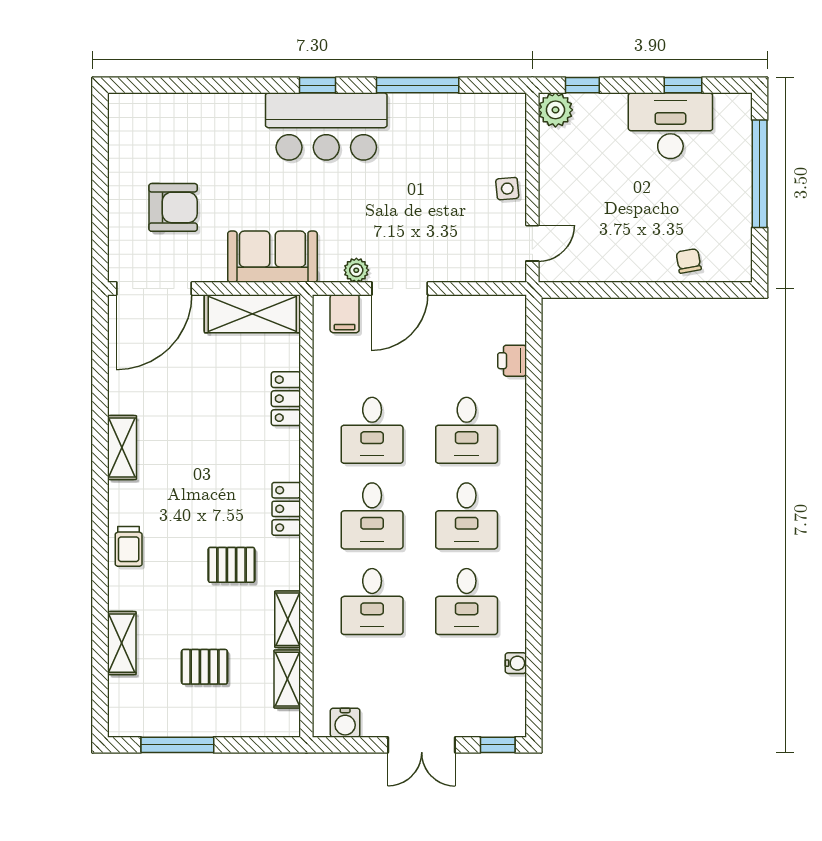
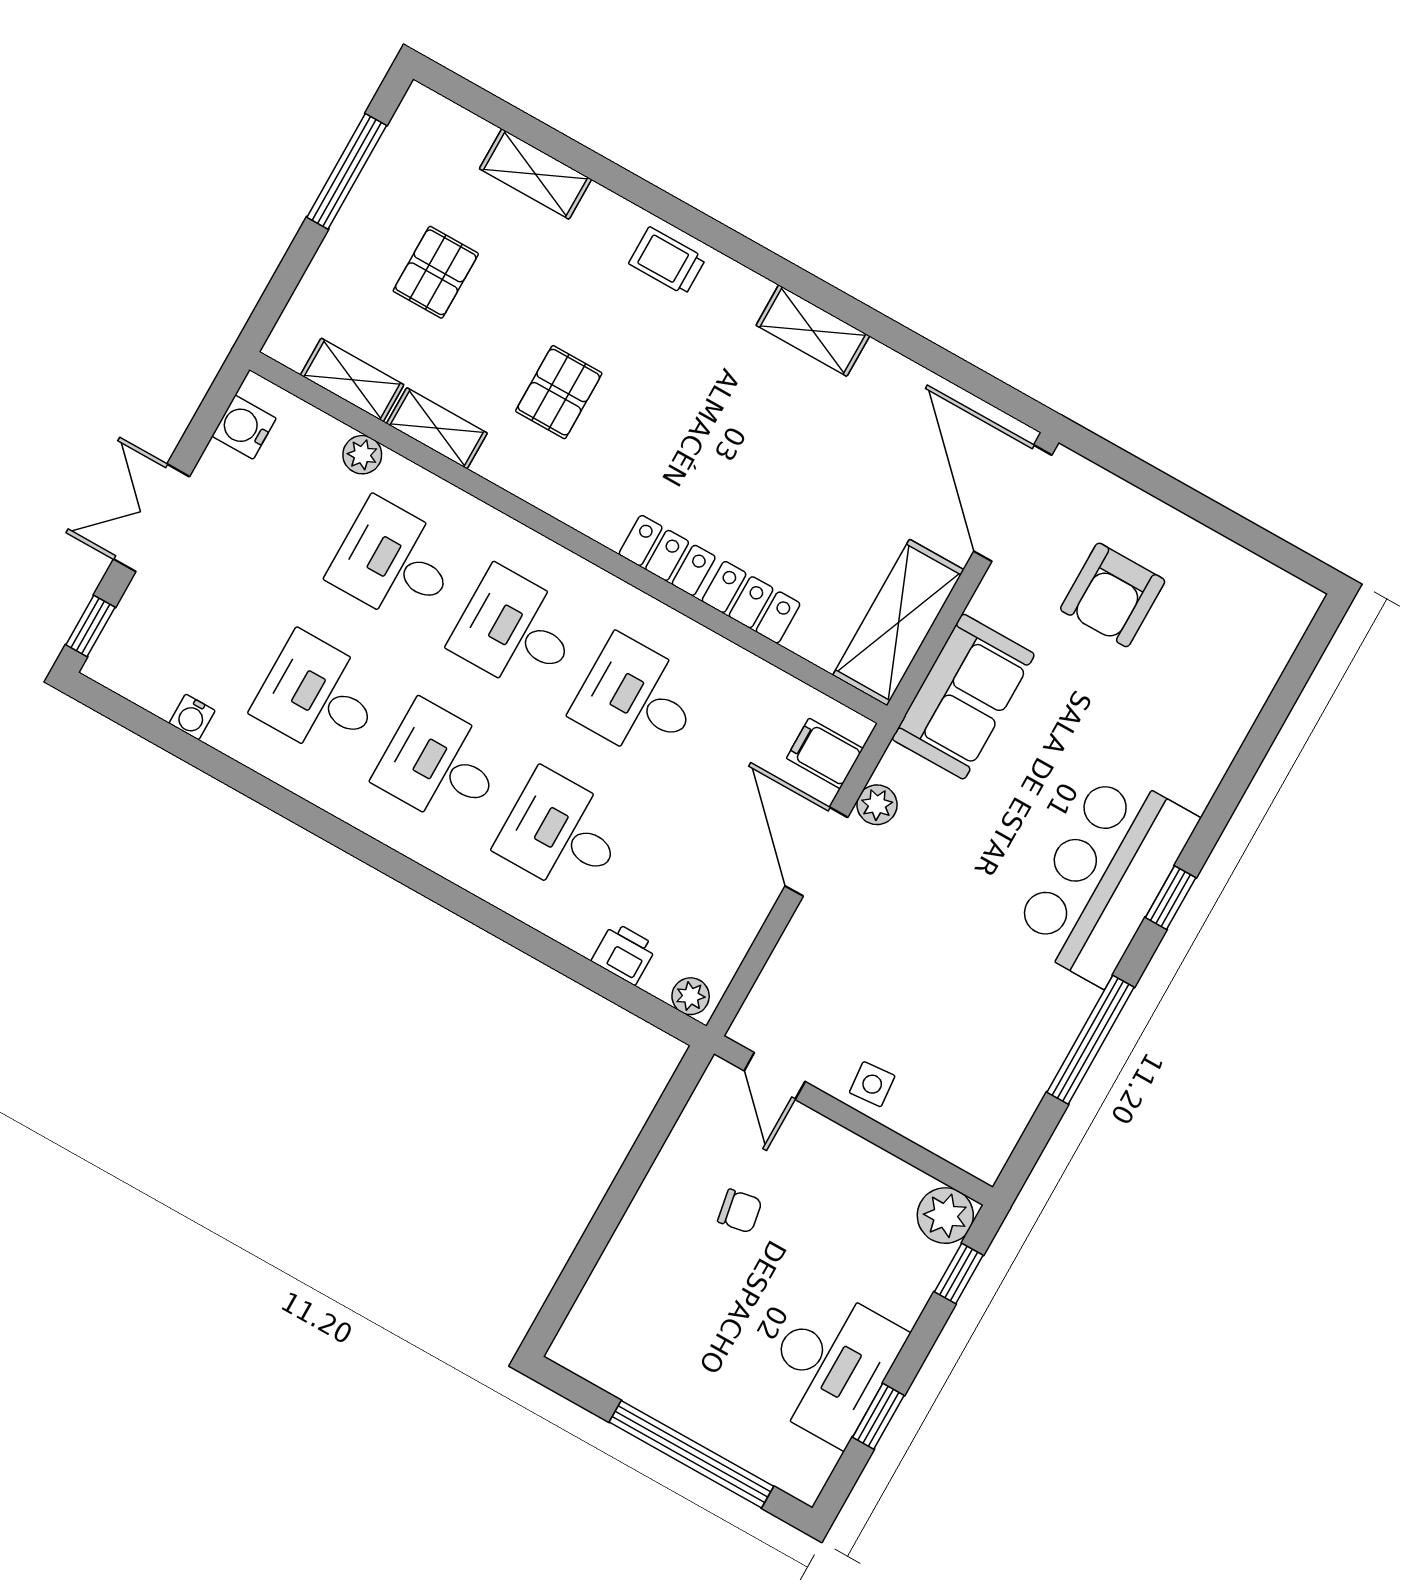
chair: (689, 261) -> (740, 1211), moved
plant: (515, 312) -> (691, 996), added
locker: (286, 509) -> (667, 555), moved
plant: (324, 651) -> (362, 455), added

